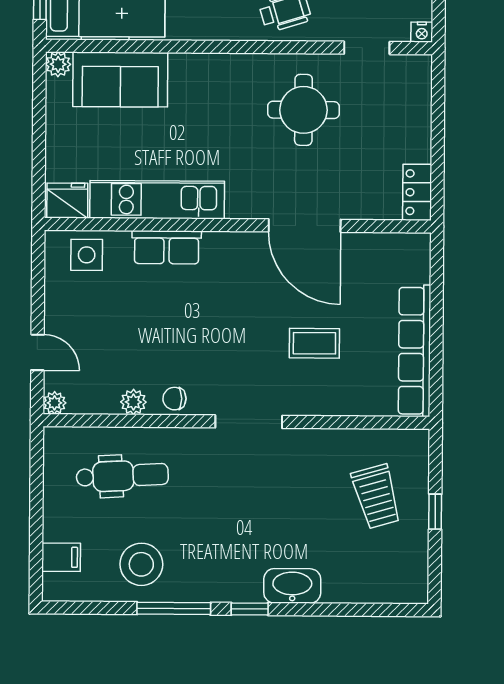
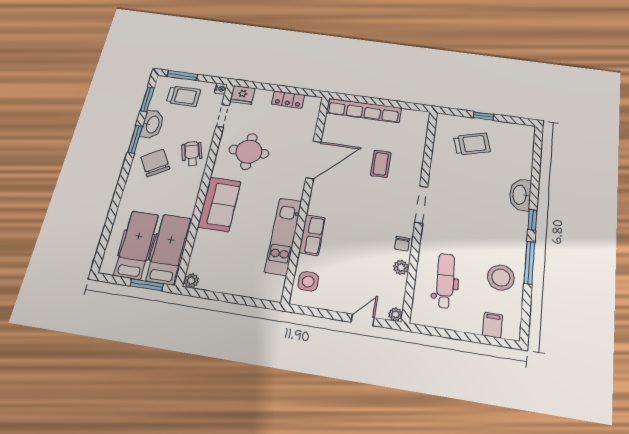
sofa: (120, 80) -> (219, 204), moved
locker: (417, 192) -> (288, 100), moved
fridge: (67, 200) -> (242, 95), moved, turned -90
row of seats: (415, 351) -> (364, 110), moved

